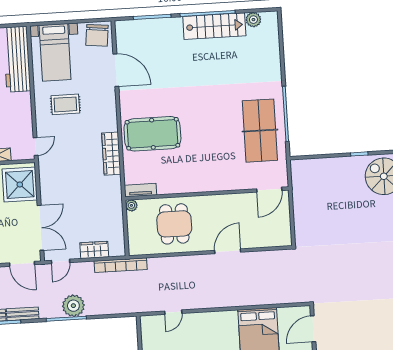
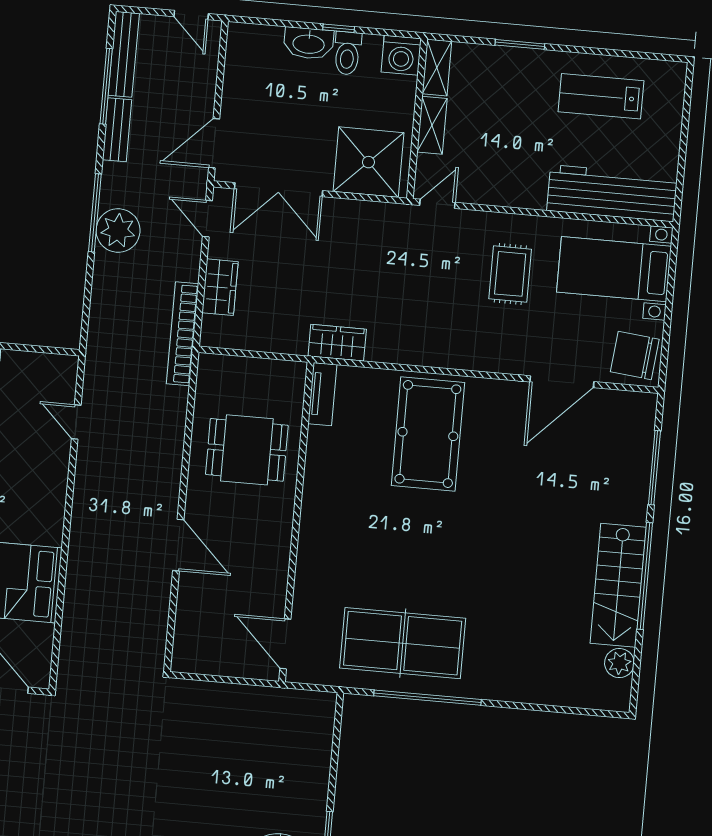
door: (36, 147) -> (437, 204), swing flipped
wardrobe: (111, 154) -> (337, 343), moved, width x0.67
plant: (131, 205) -> (295, 372), removed

